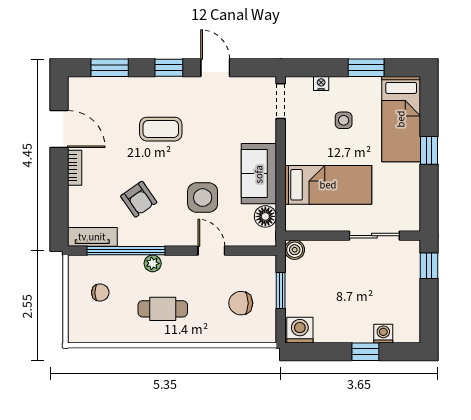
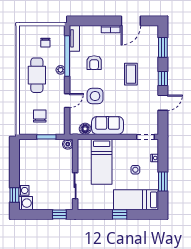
armchair: (139, 199) -> (94, 63), turned -55
cafe table: (163, 309) -> (37, 75), width x1.37, depth x1.35
washing machine: (300, 330) -> (26, 203), moved
window: (365, 352) -> (14, 195), moved

